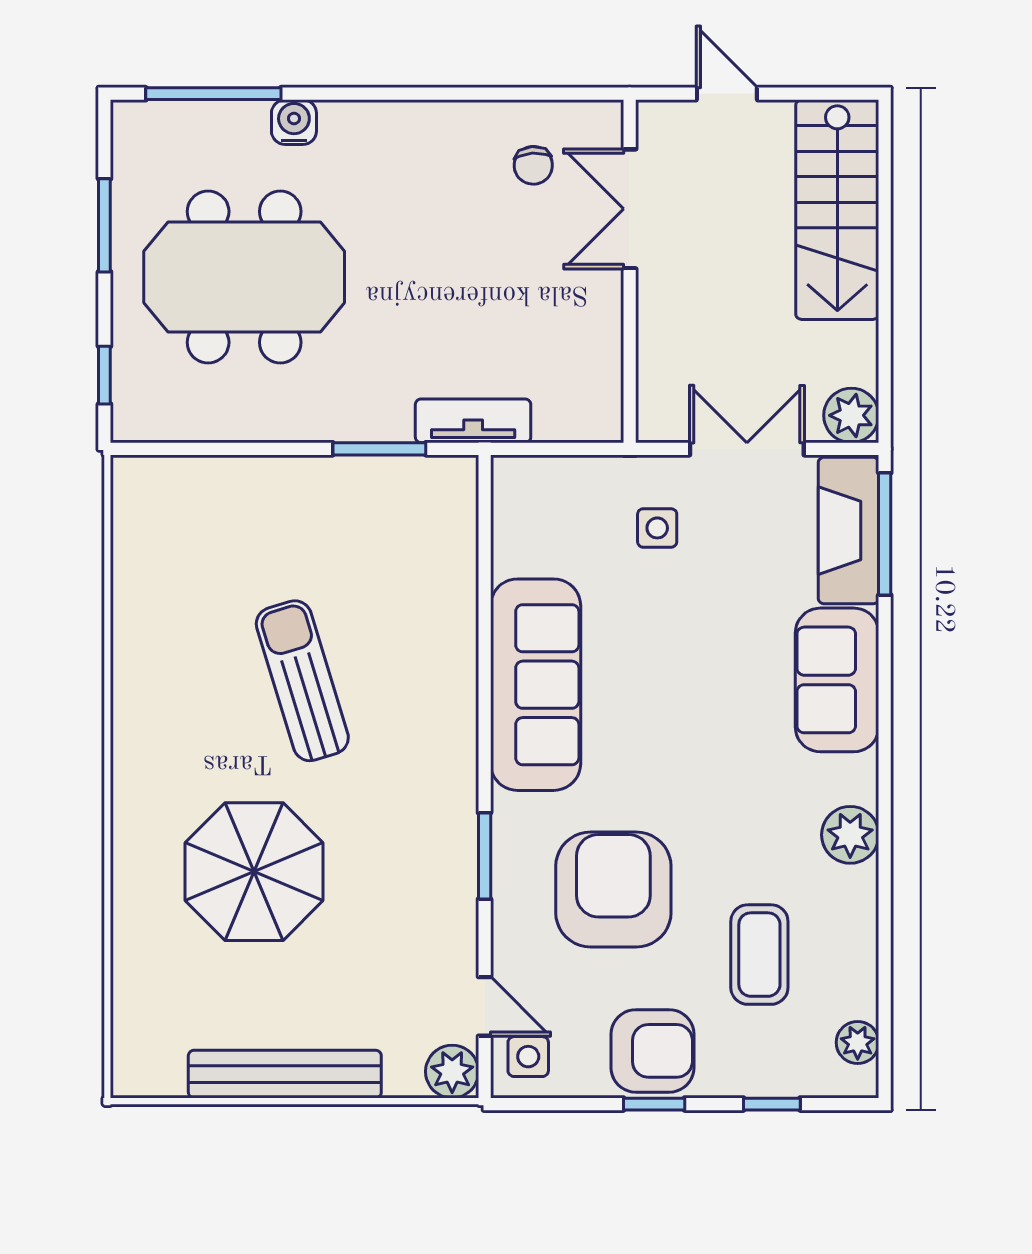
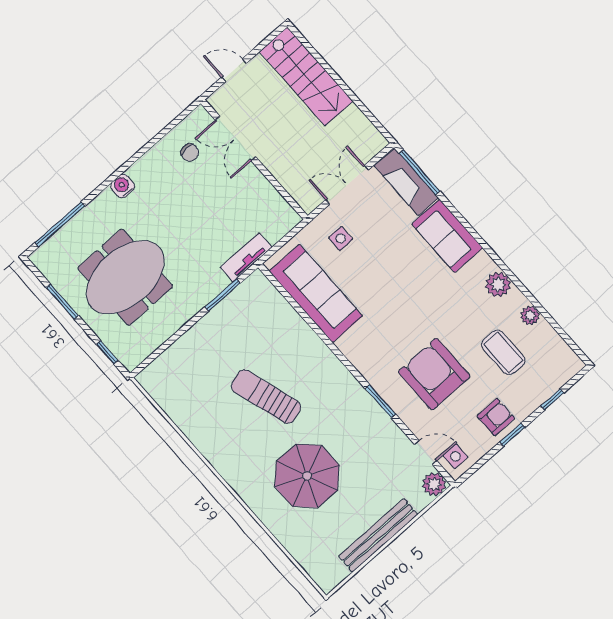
water cooler: (294, 122) -> (123, 186), moved
plant: (851, 415) -> (373, 142), removed
sofa: (536, 685) -> (316, 294), moved
plant: (858, 1042) -> (530, 316), moved
armchair: (653, 1051) -> (496, 417), width x0.72, depth x0.72

